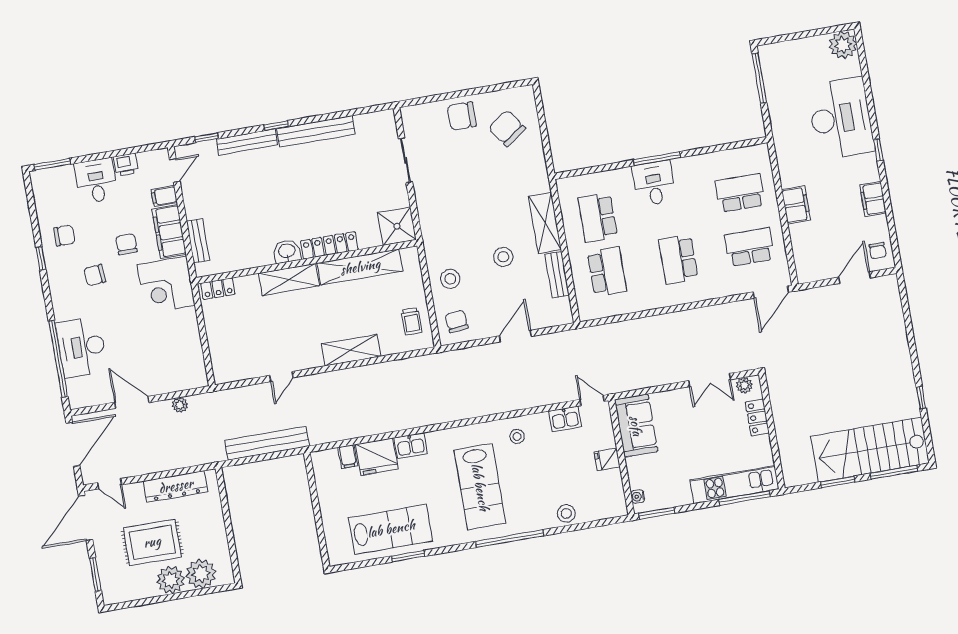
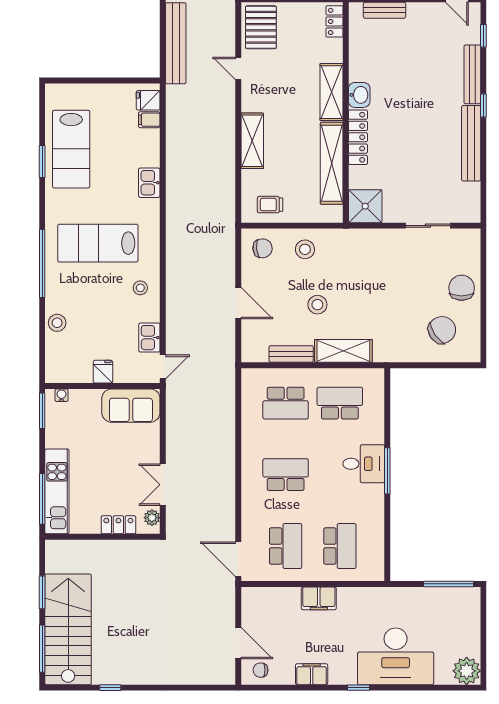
pallet: (236, 361) -> (261, 27), added
fridge: (377, 457) -> (148, 100), moved, width x0.53, depth x0.75

